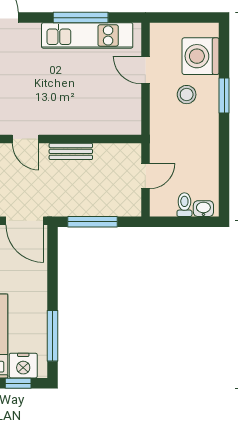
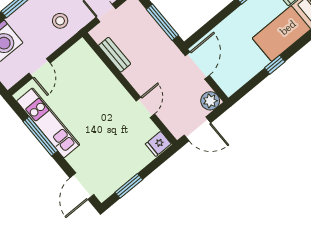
stool: (187, 95) -> (60, 21), moved
bench: (71, 151) -> (115, 55), moved

